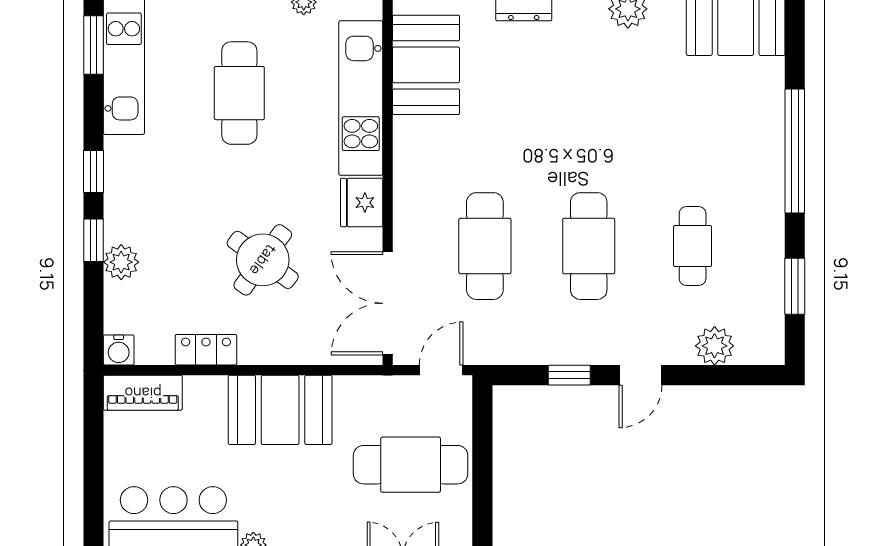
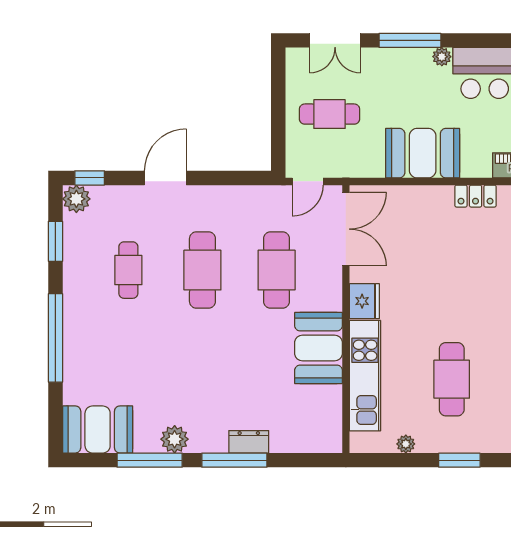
booth: (426, 65) -> (319, 348), moved
round table: (263, 260) -> (435, 260), removed
plant: (715, 346) -> (76, 199), moved
window: (569, 375) -> (90, 178), moved
door: (641, 375) -> (165, 178), width x1.38
cafe table: (411, 465) -> (330, 114), width x0.73, depth x0.74

